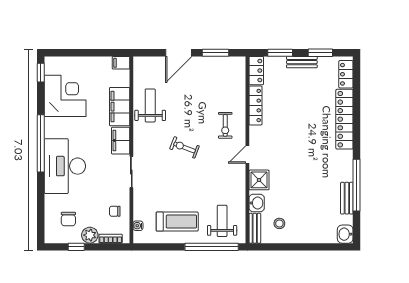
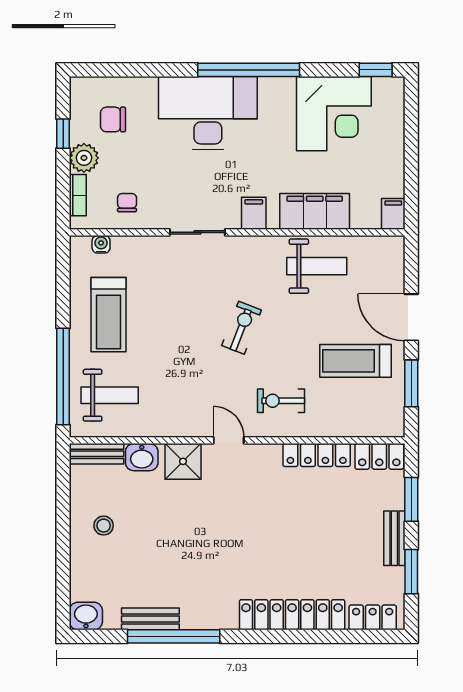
treadmill: (203, 84) -> (356, 361), added
filing cabinet: (121, 141) -> (254, 213), width x0.50
stool: (279, 223) -> (104, 526), moved

